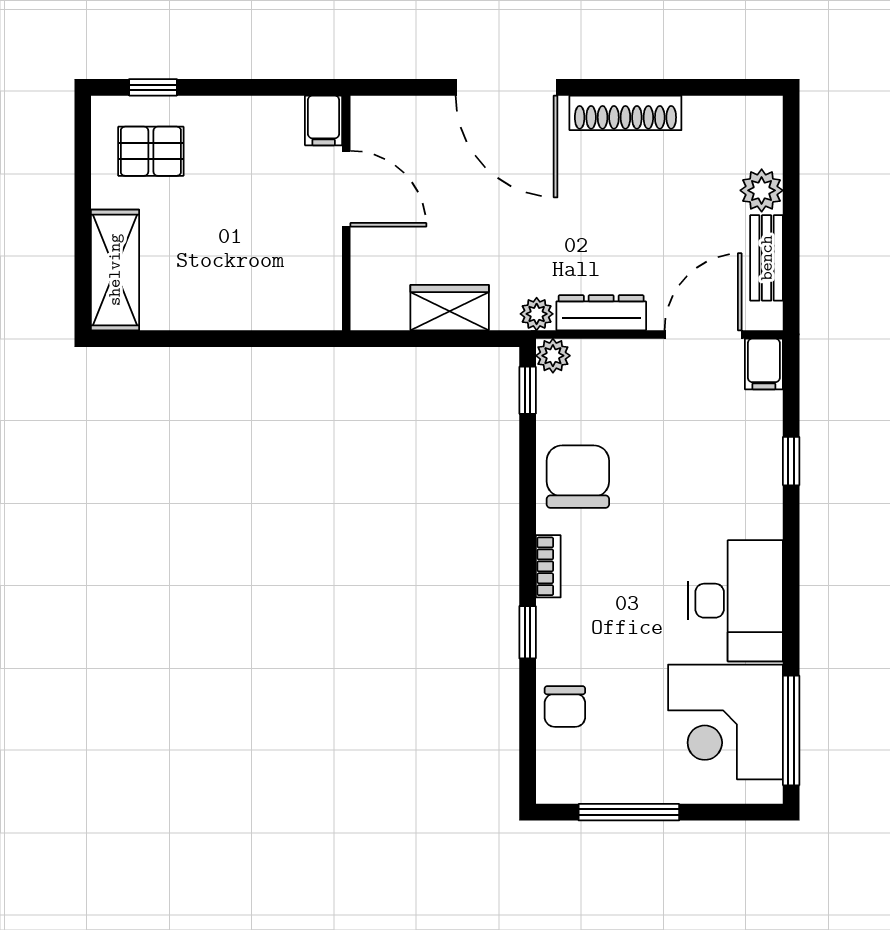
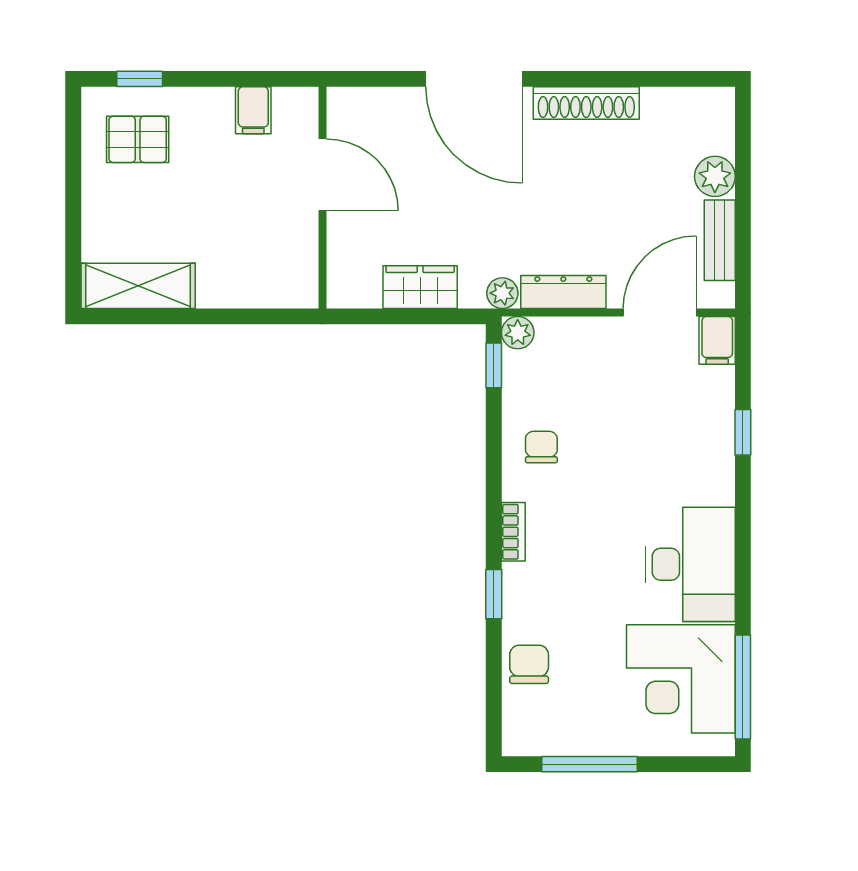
filing cabinet: (324, 120) -> (253, 110), moved
shelving: (115, 270) -> (138, 286), moved, turned 90
chair: (578, 477) -> (541, 447), width x0.54, depth x0.54
chair: (565, 707) -> (529, 664), turned 180

